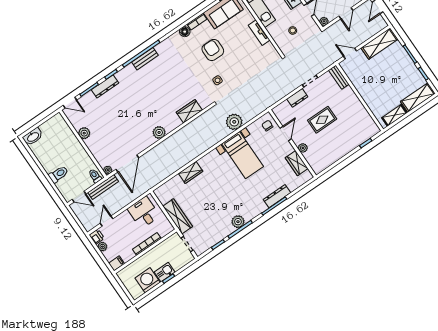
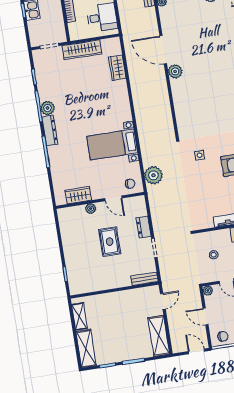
wardrobe: (189, 111) -> (182, 112), removed
plant: (234, 122) -> (153, 175), moved
door: (127, 163) -> (163, 50), moved
wardrobe: (191, 172) -> (117, 68), moved
dresser: (277, 196) -> (50, 131), moved

